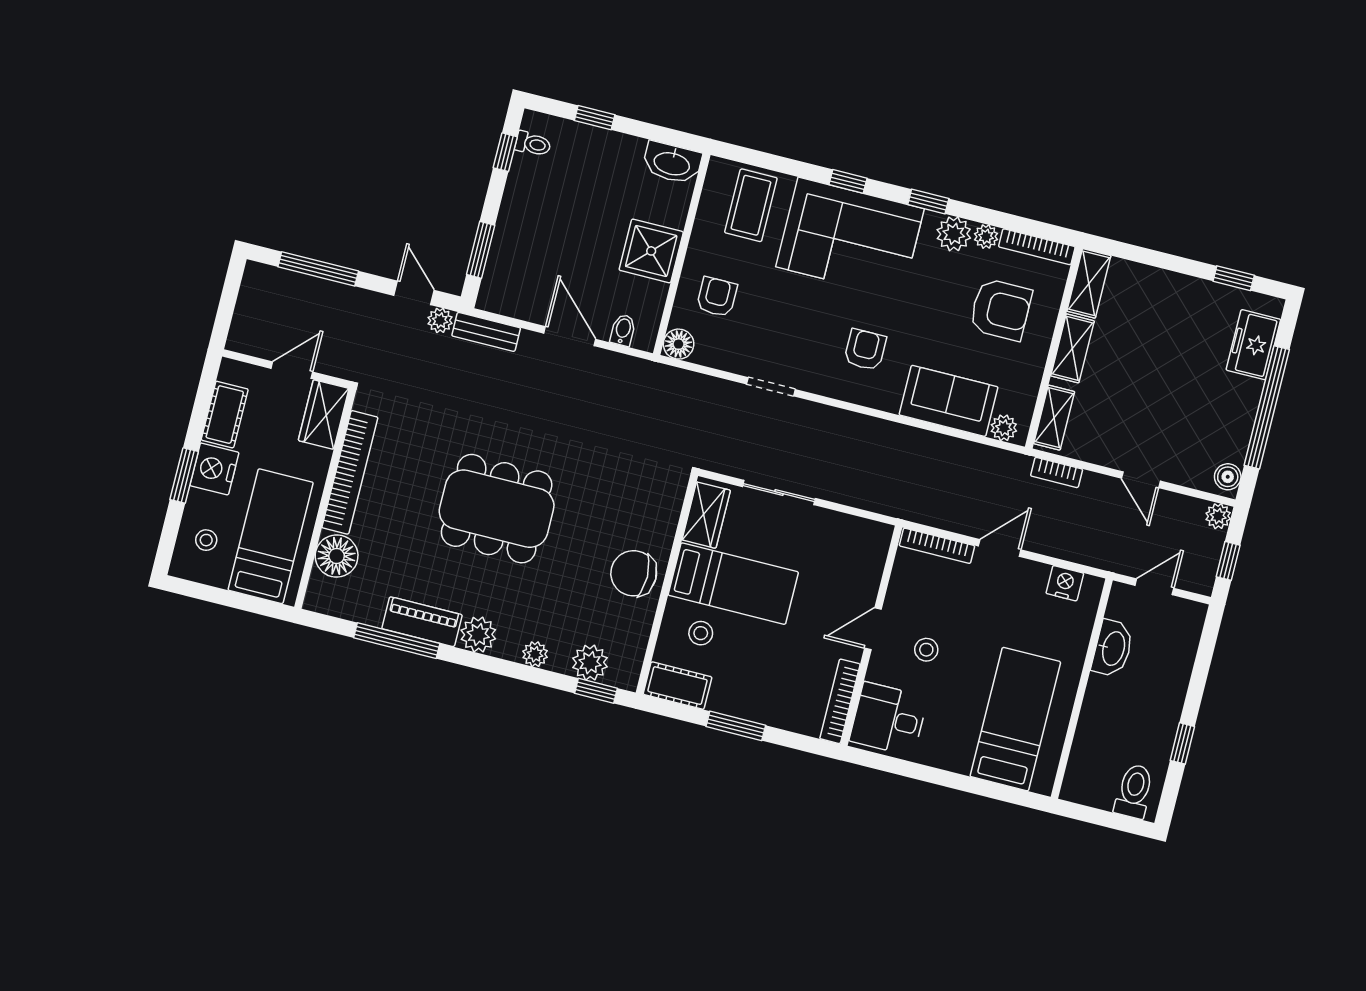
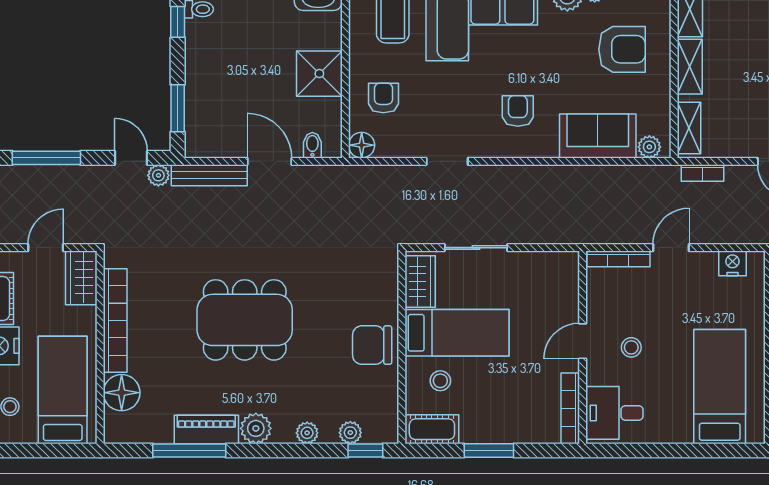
bench: (486, 332) -> (209, 175), width x1.36
plant: (590, 663) -> (350, 433), width x0.73, depth x0.73

